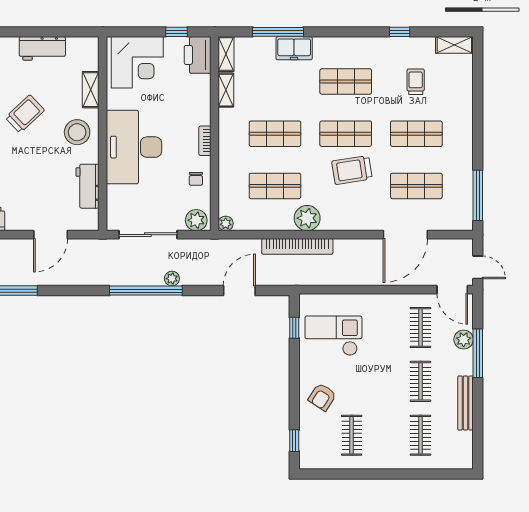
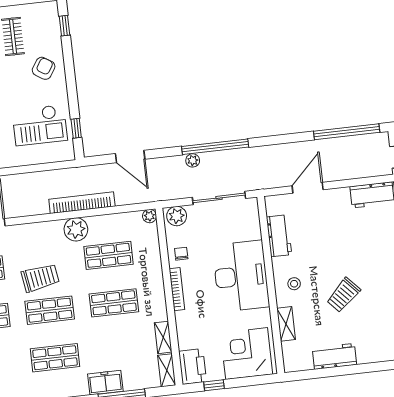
stool: (77, 132) -> (294, 284), width x0.53, depth x0.53
bookcase: (205, 141) -> (177, 289), width x1.56
door: (239, 291) -> (130, 156), hinge flipped

